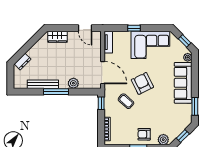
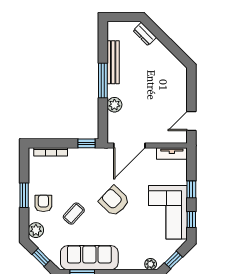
window: (156, 28) -> (191, 219), added
wardrobe: (57, 37) -> (179, 83), removed
armchair: (142, 83) -> (114, 201), turned -110
sofa: (183, 83) -> (89, 258), moved
coffee table: (126, 101) -> (74, 214), moved

